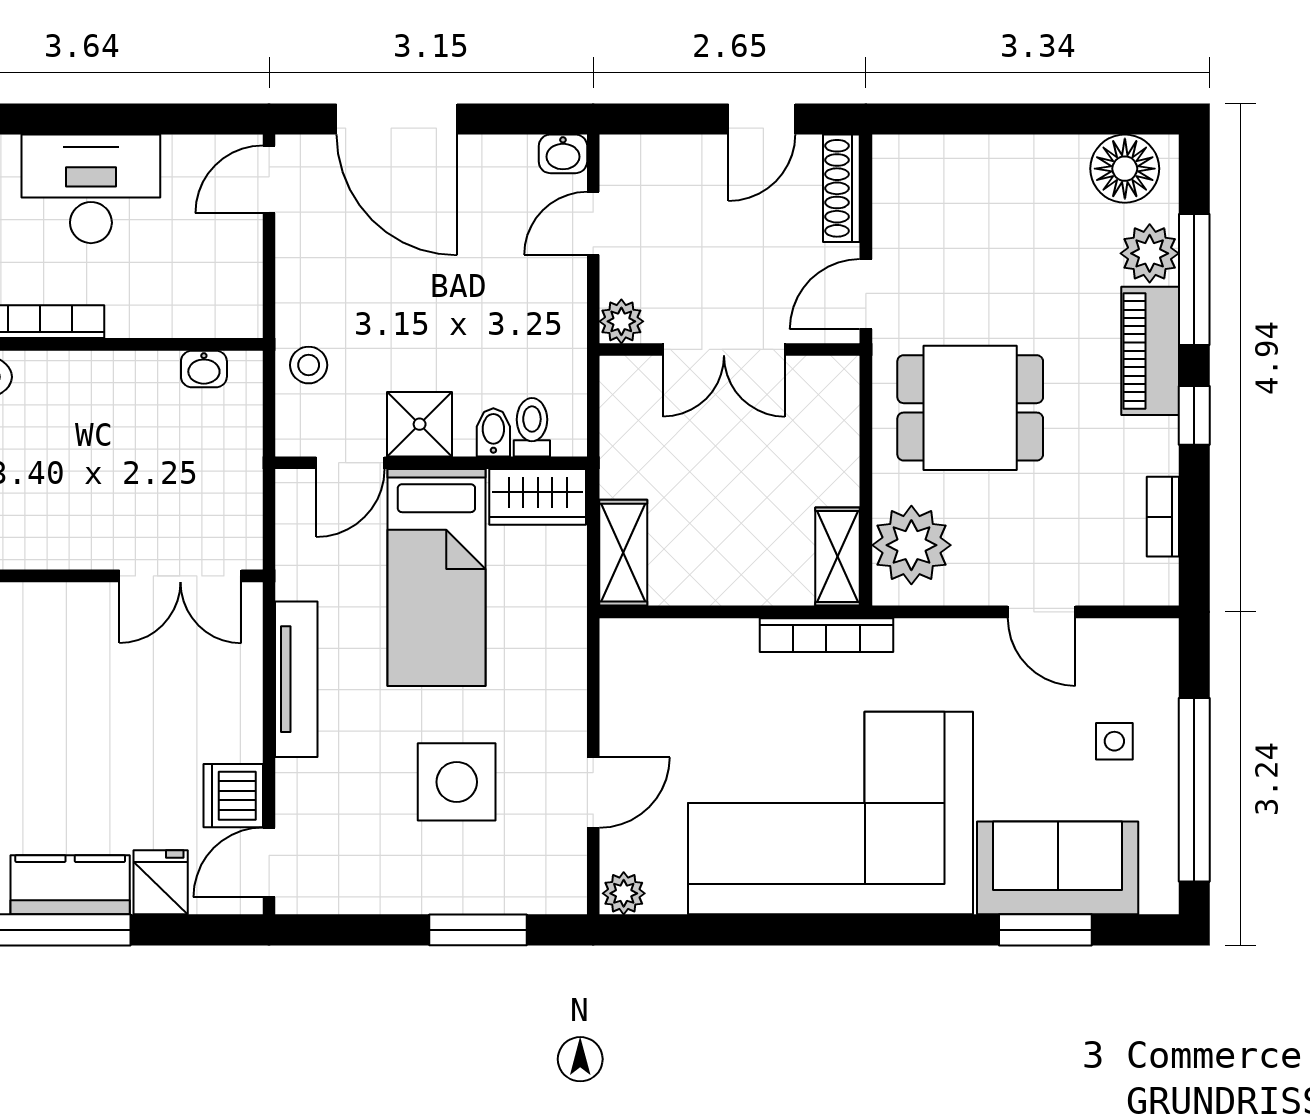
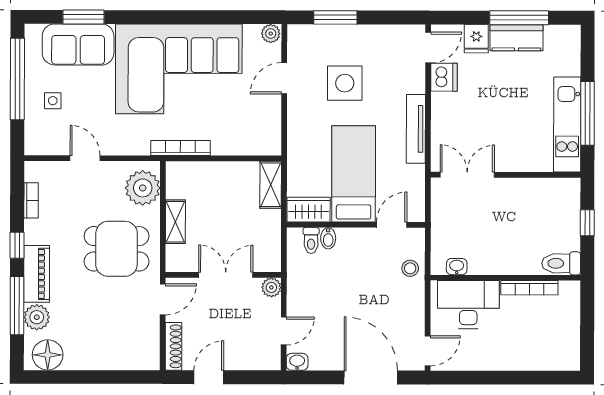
desk: (91, 189) -> (468, 304), moved, turned 180
shower: (420, 424) -> (361, 242), removed
shelving: (838, 557) -> (175, 222), moved

